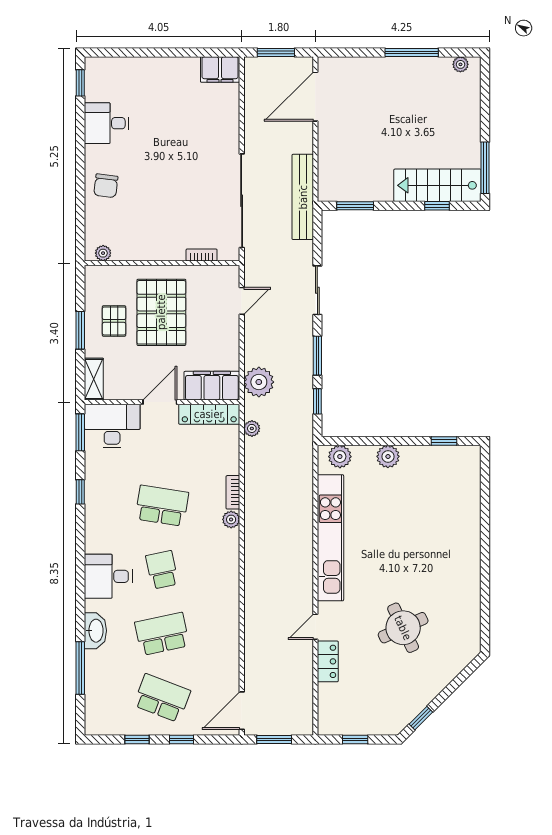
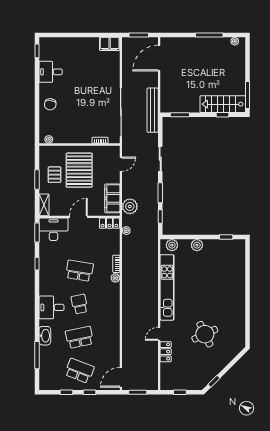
filing cabinet: (212, 386) -> (112, 198), moved, turned -90
locker: (209, 414) -> (109, 223), width x0.66

